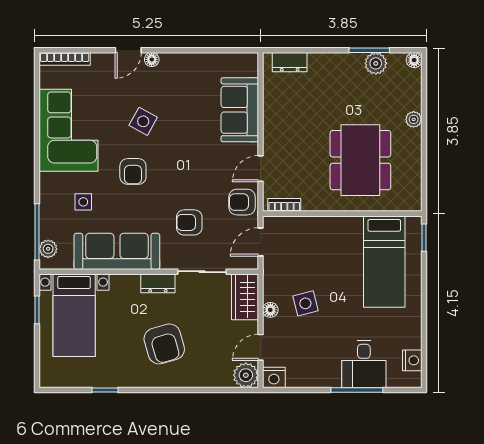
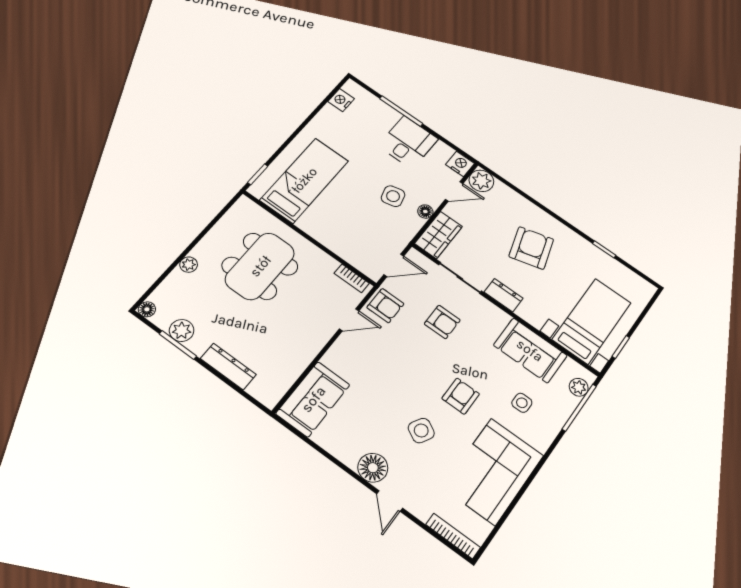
door: (128, 50) -> (390, 501), swing flipped
floor lamp: (152, 59) -> (373, 468), width x1.89, depth x1.89
dresser: (290, 62) -> (228, 367), moved, width x1.44
sofa: (240, 110) -> (313, 399), moved
sofa: (117, 251) -> (530, 350), width x0.73
desk: (364, 364) -> (408, 142), moved

